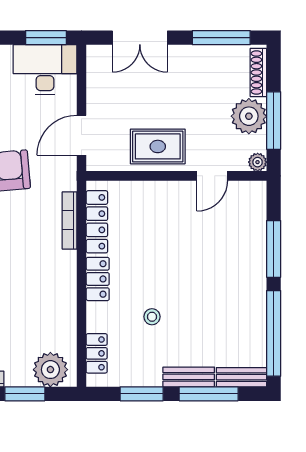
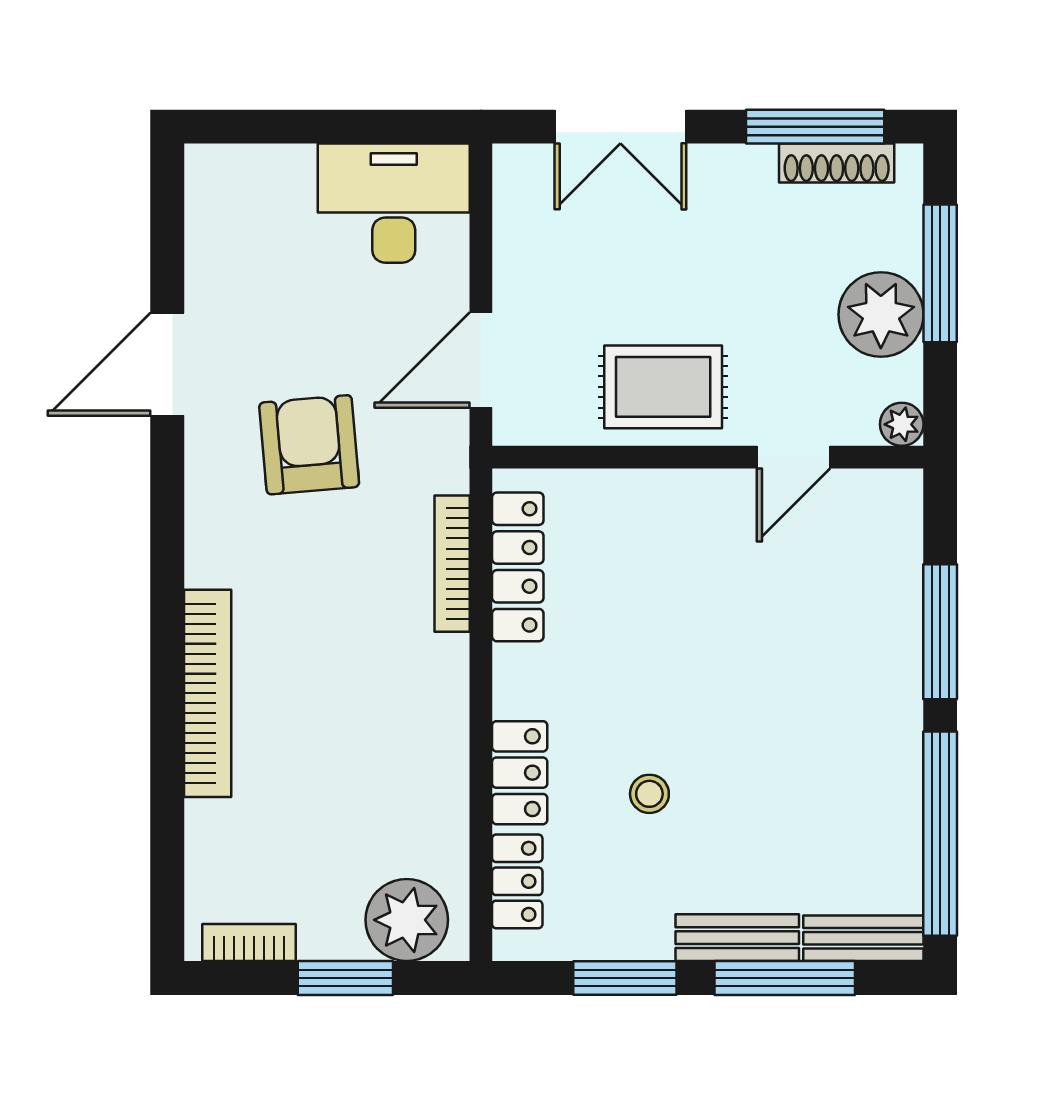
window: (46, 38) -> (396, 127), removed
shoe rack: (258, 72) -> (837, 163), moved, turned -90
window: (274, 121) -> (940, 273), moved
locker: (98, 279) -> (520, 773), moved

